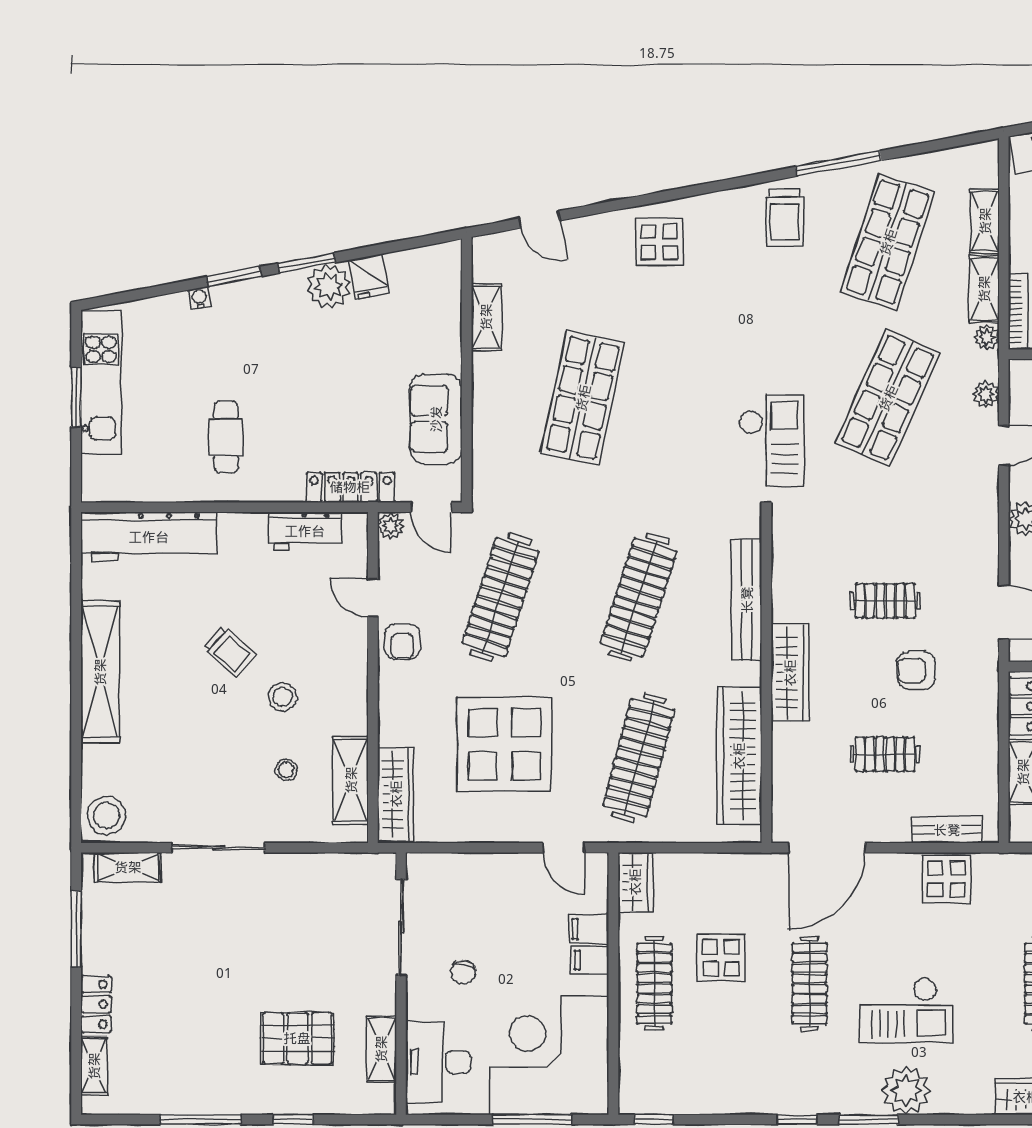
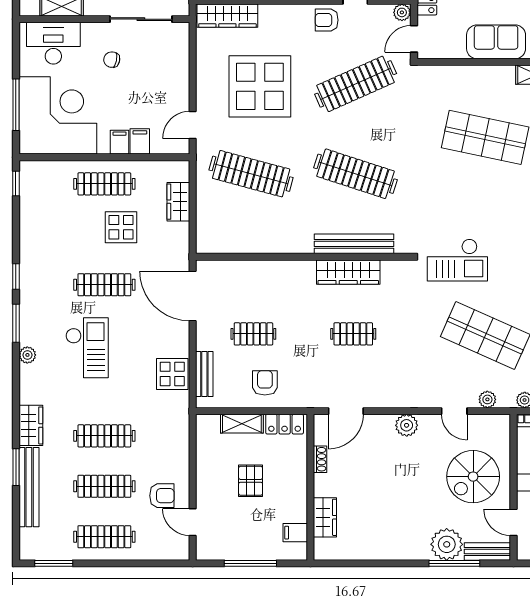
sofa: (436, 419) -> (496, 42), moved
clothes rail: (501, 597) -> (356, 84), turned -42
clothes rail: (885, 601) -> (353, 334), turned 90
armchair: (916, 670) -> (265, 383), moved
wardrobe: (790, 673) -> (348, 272), moved
clothes rail: (885, 754) -> (253, 334), turned 90
wardrobe: (739, 756) -> (253, 239), removed
wardrobe: (635, 882) -> (178, 202), moved, turned 90
checkout: (906, 1010) -> (87, 348), turned 180
plant: (906, 1090) -> (27, 355), width x0.53, depth x0.53

